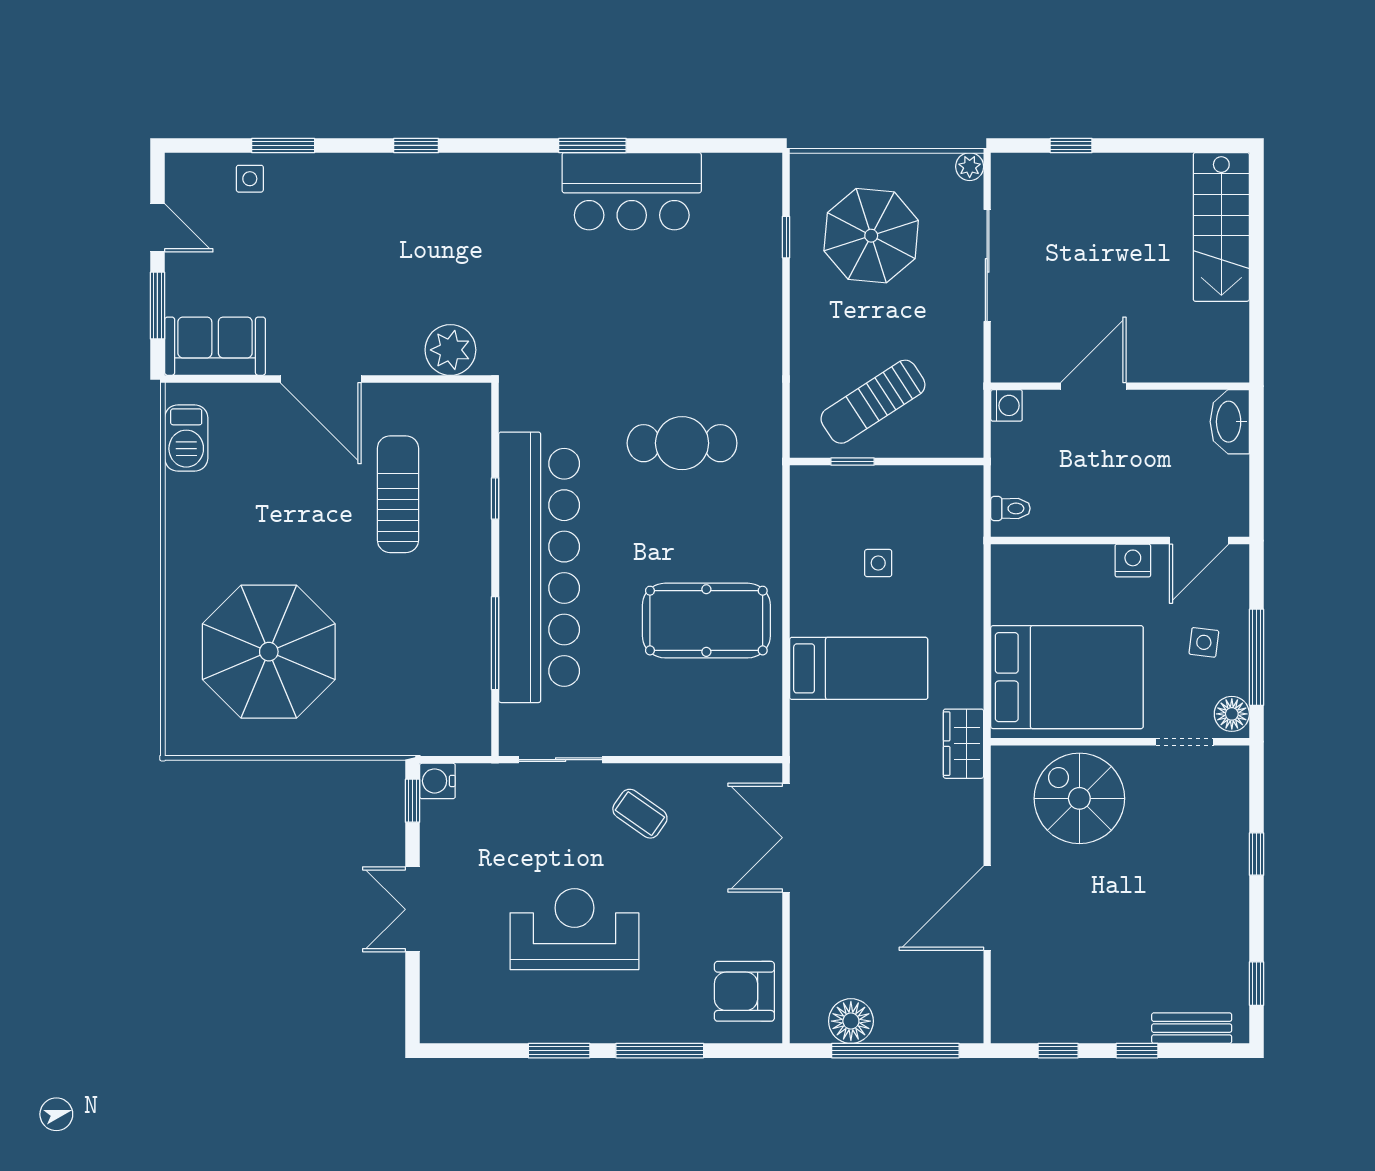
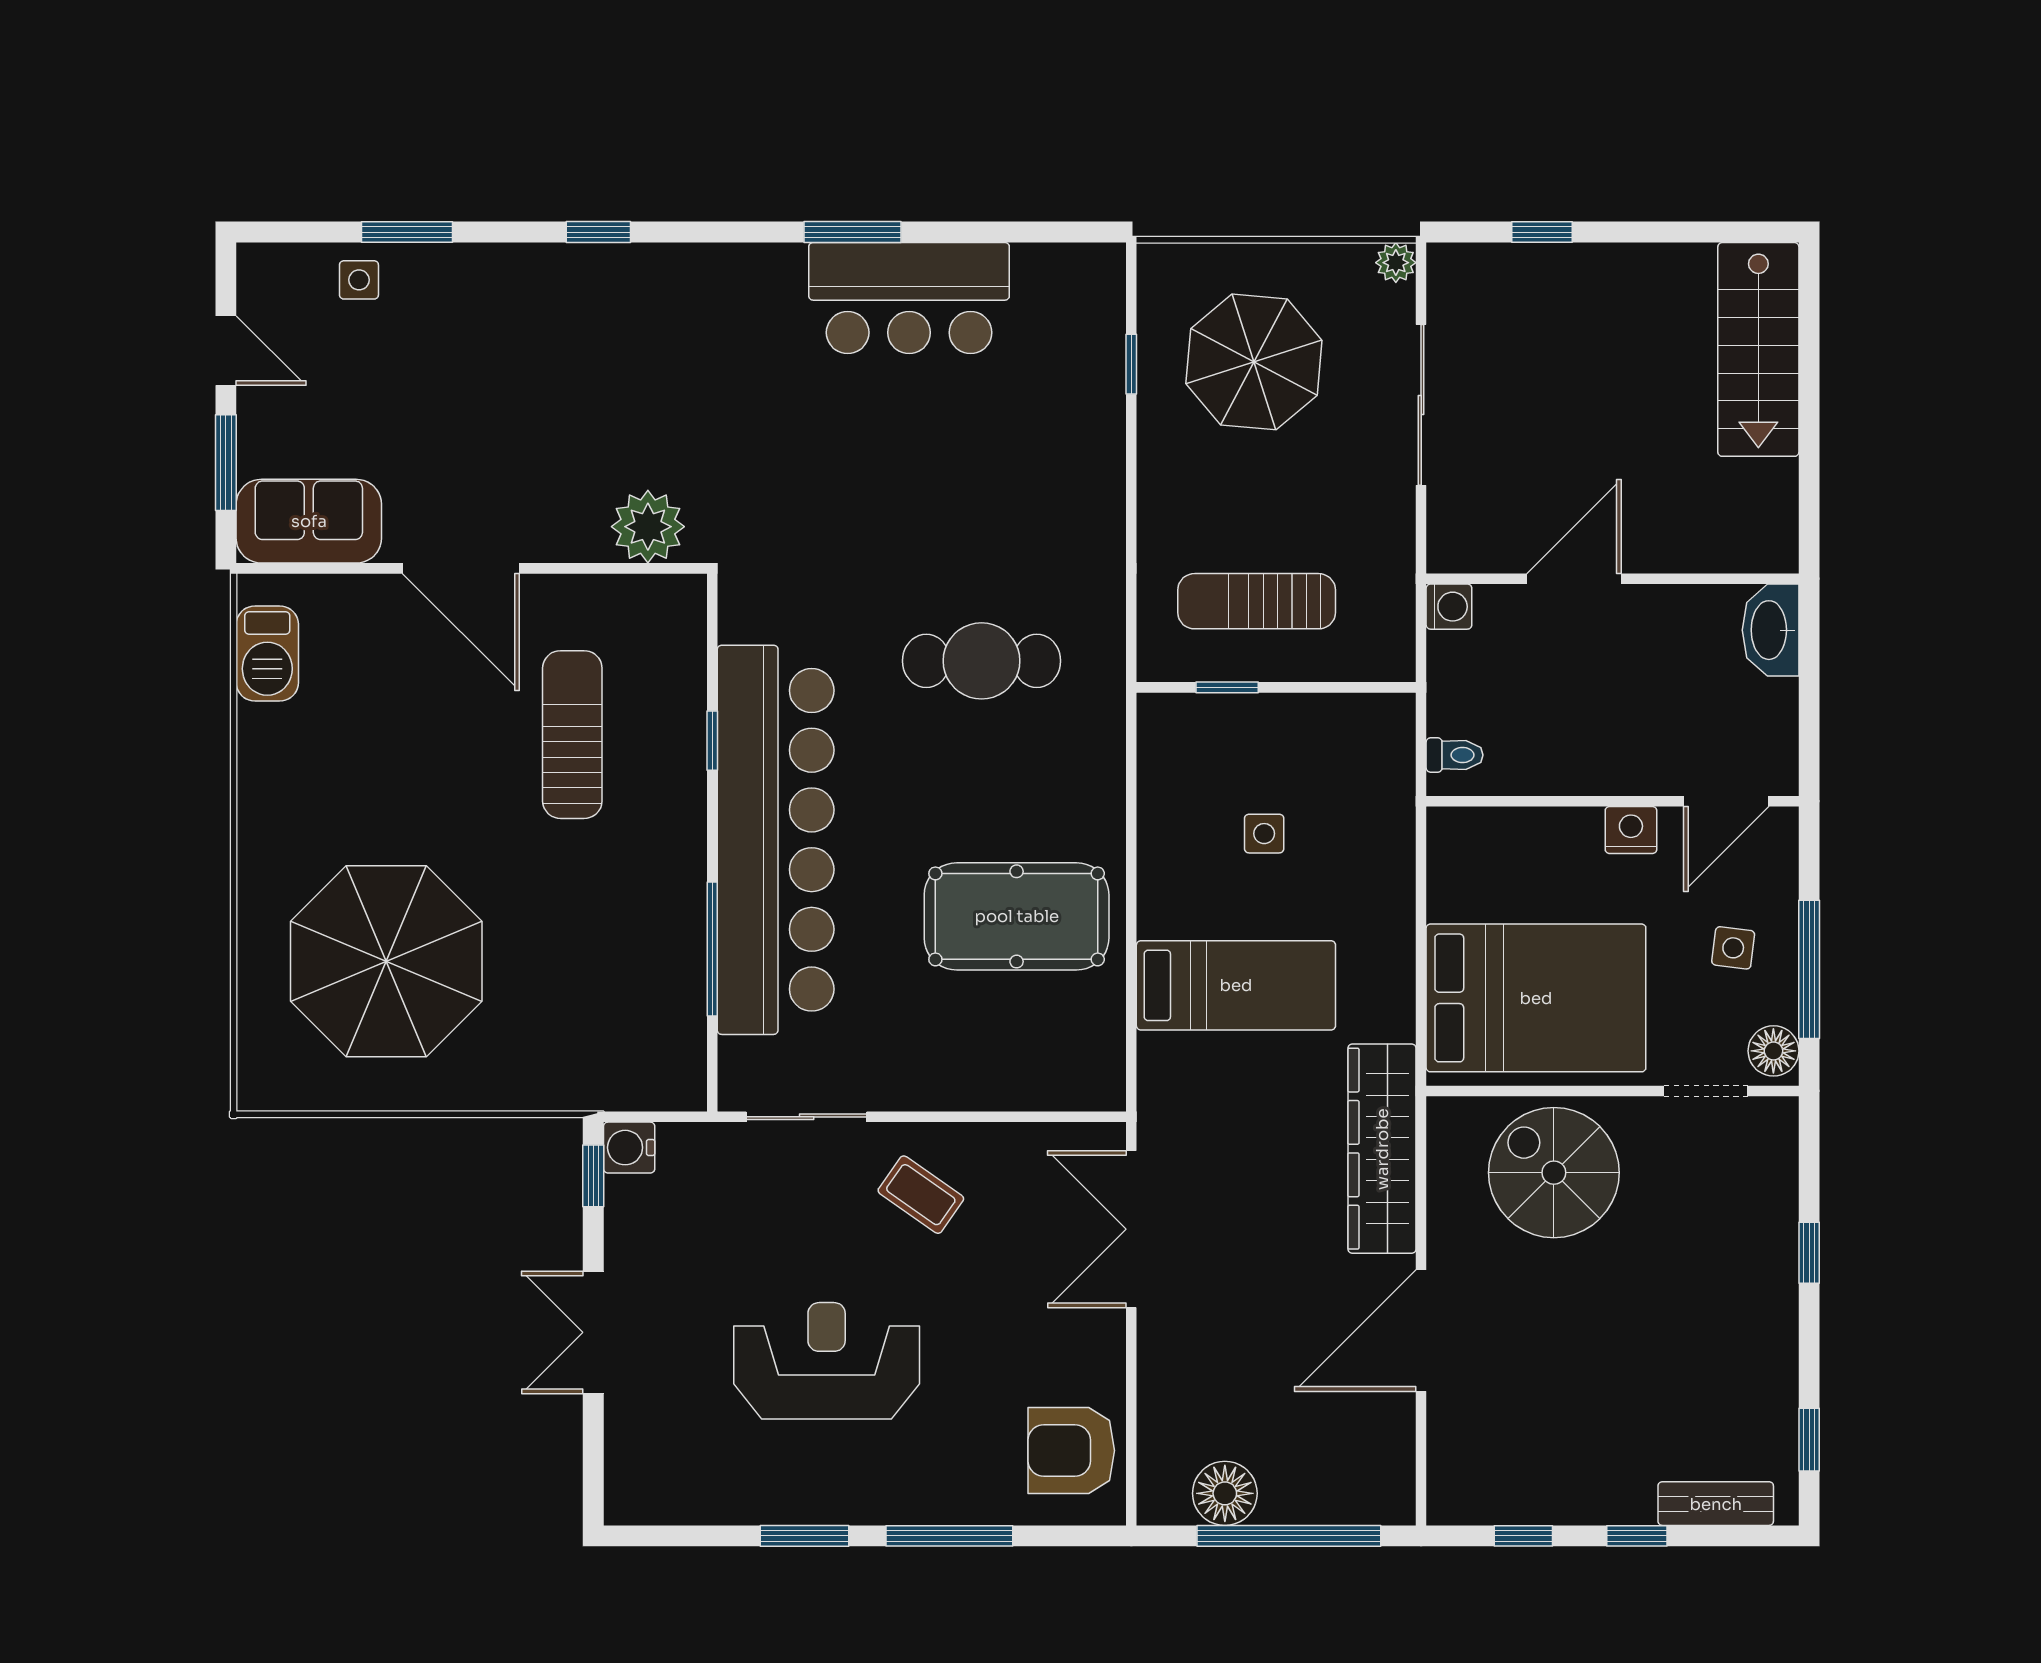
sun lounger: (873, 402) -> (1257, 601), turned 33
wardrobe: (963, 744) -> (1382, 1149), width x2.10, depth x1.17

